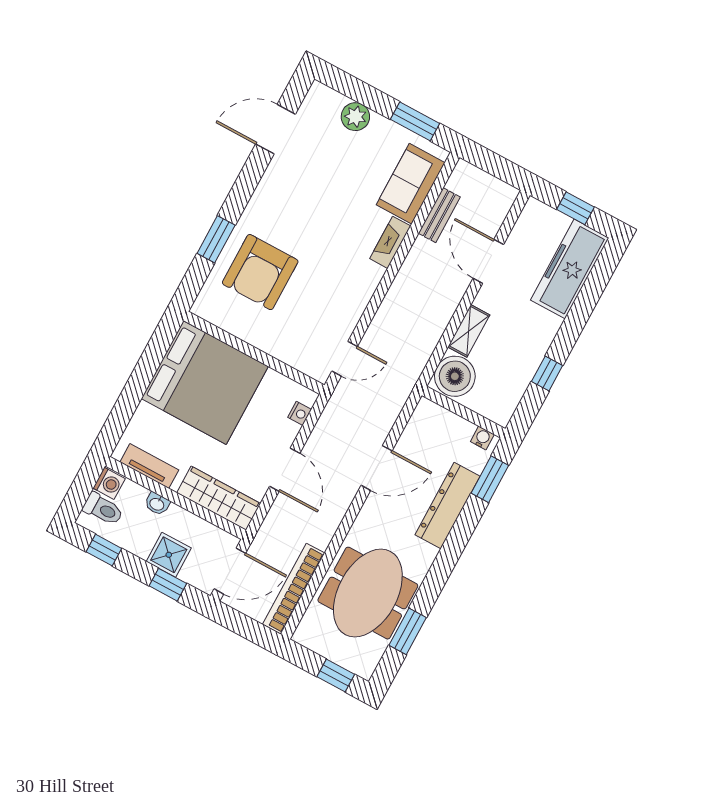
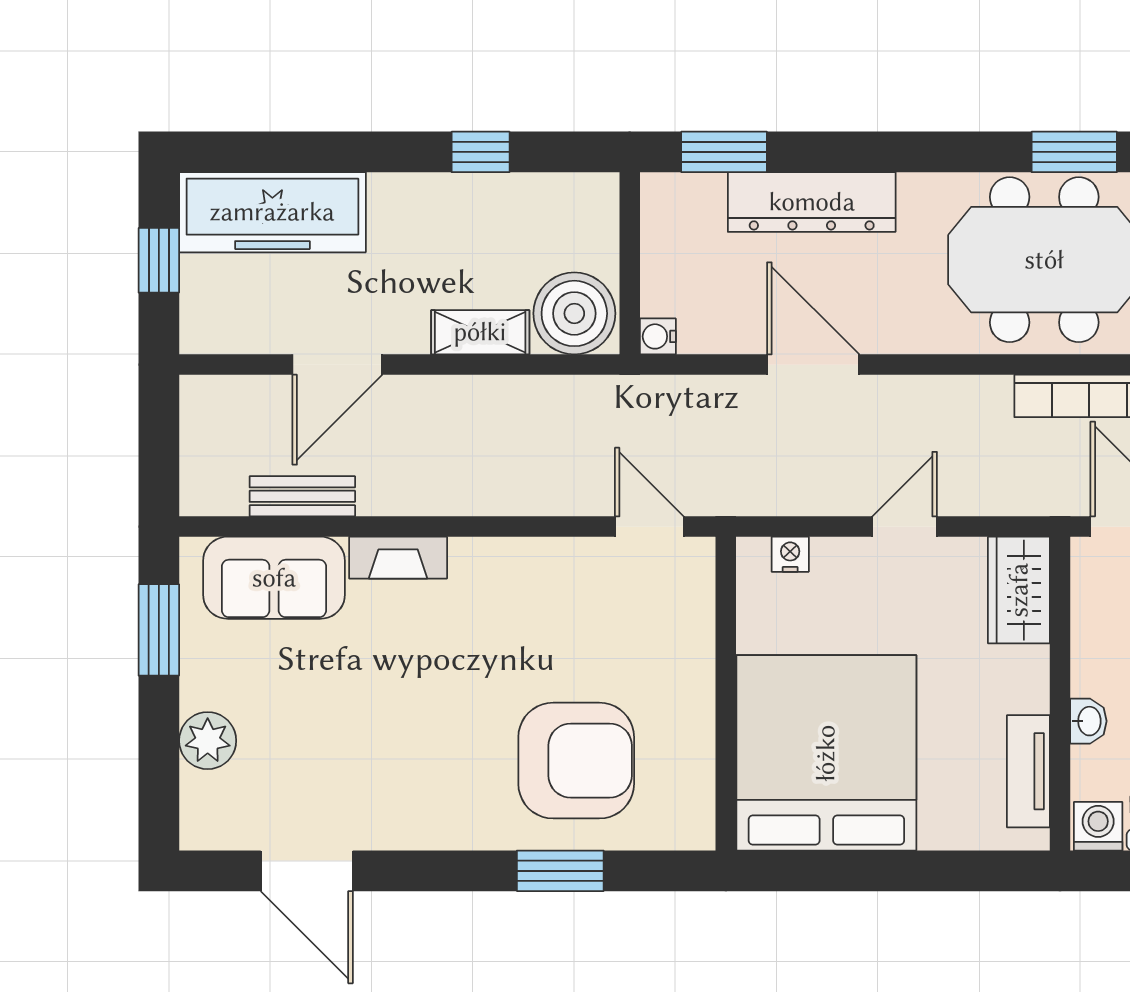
water cooler: (482, 438) -> (658, 336), moved
door: (285, 470) -> (905, 527), width x0.73
wardrobe: (219, 498) -> (1019, 590), width x0.67

